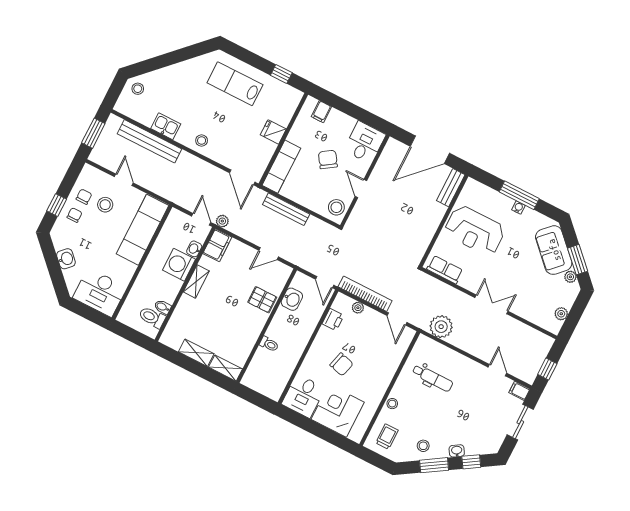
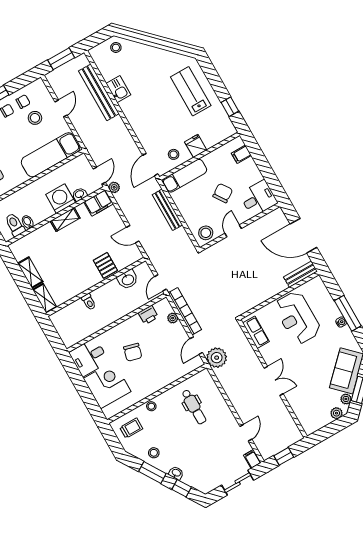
stool: (202, 141) -> (174, 154), moved
plant: (561, 314) -> (337, 413), moved
plant: (441, 327) -> (217, 358), moved

